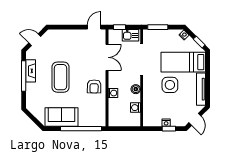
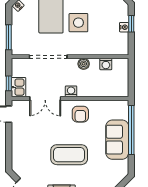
kitchen sink: (130, 35) -> (18, 87), moved
double door: (107, 57) -> (45, 99), swing flipped
armchair: (94, 86) -> (80, 114), turned 89
washing machine: (113, 93) -> (71, 91), moved
sofa: (62, 117) -> (117, 140), moved

